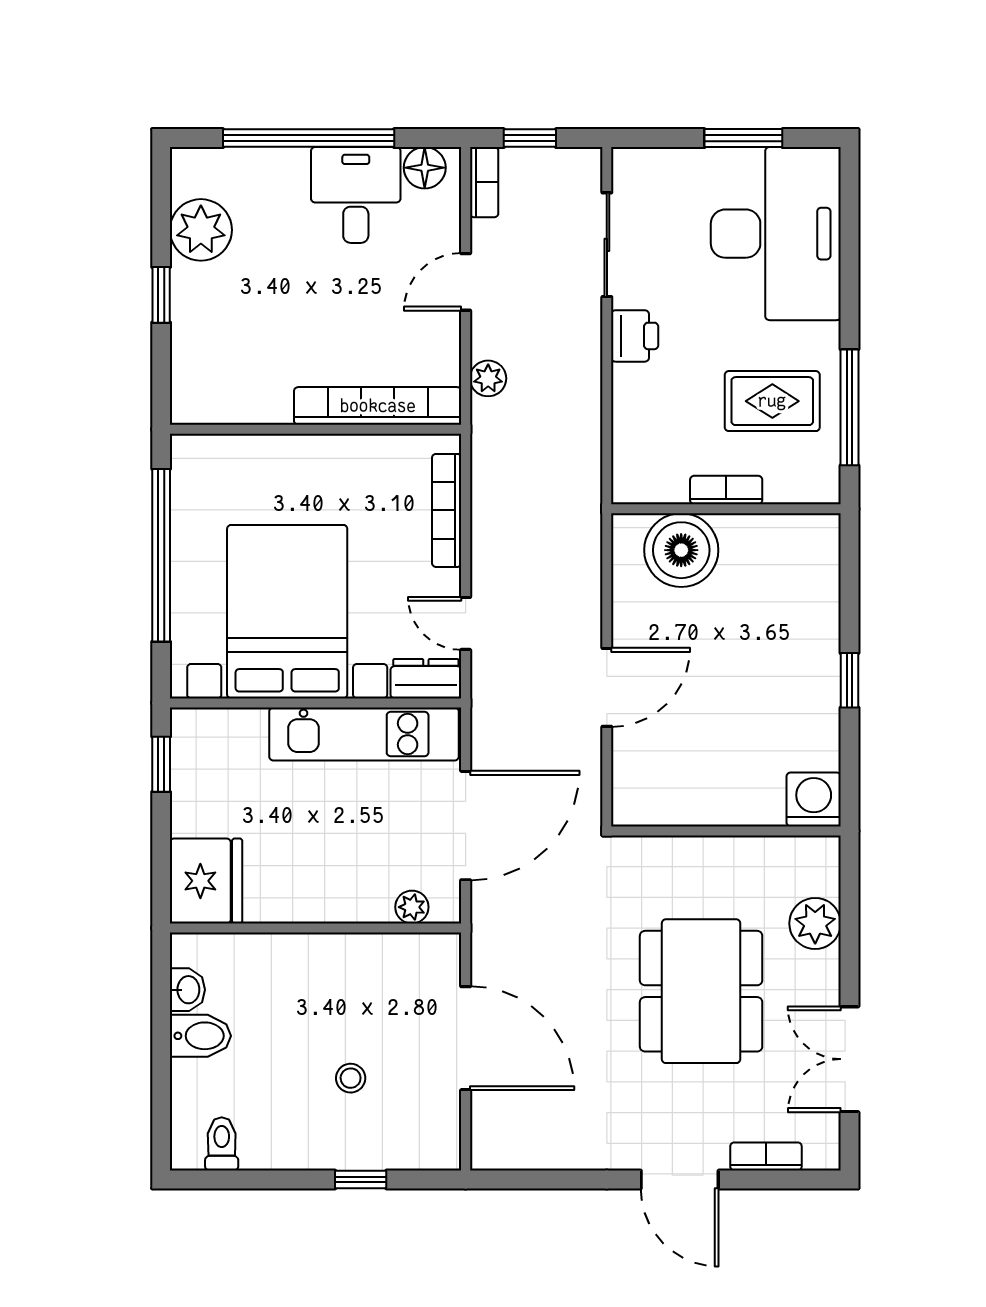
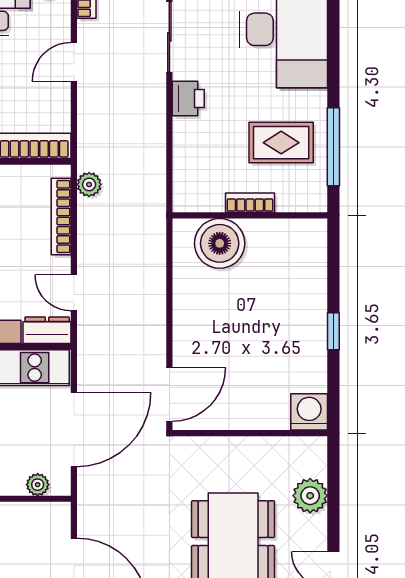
plant: (488, 378) -> (89, 184), moved
door: (607, 687) -> (169, 395), moved

